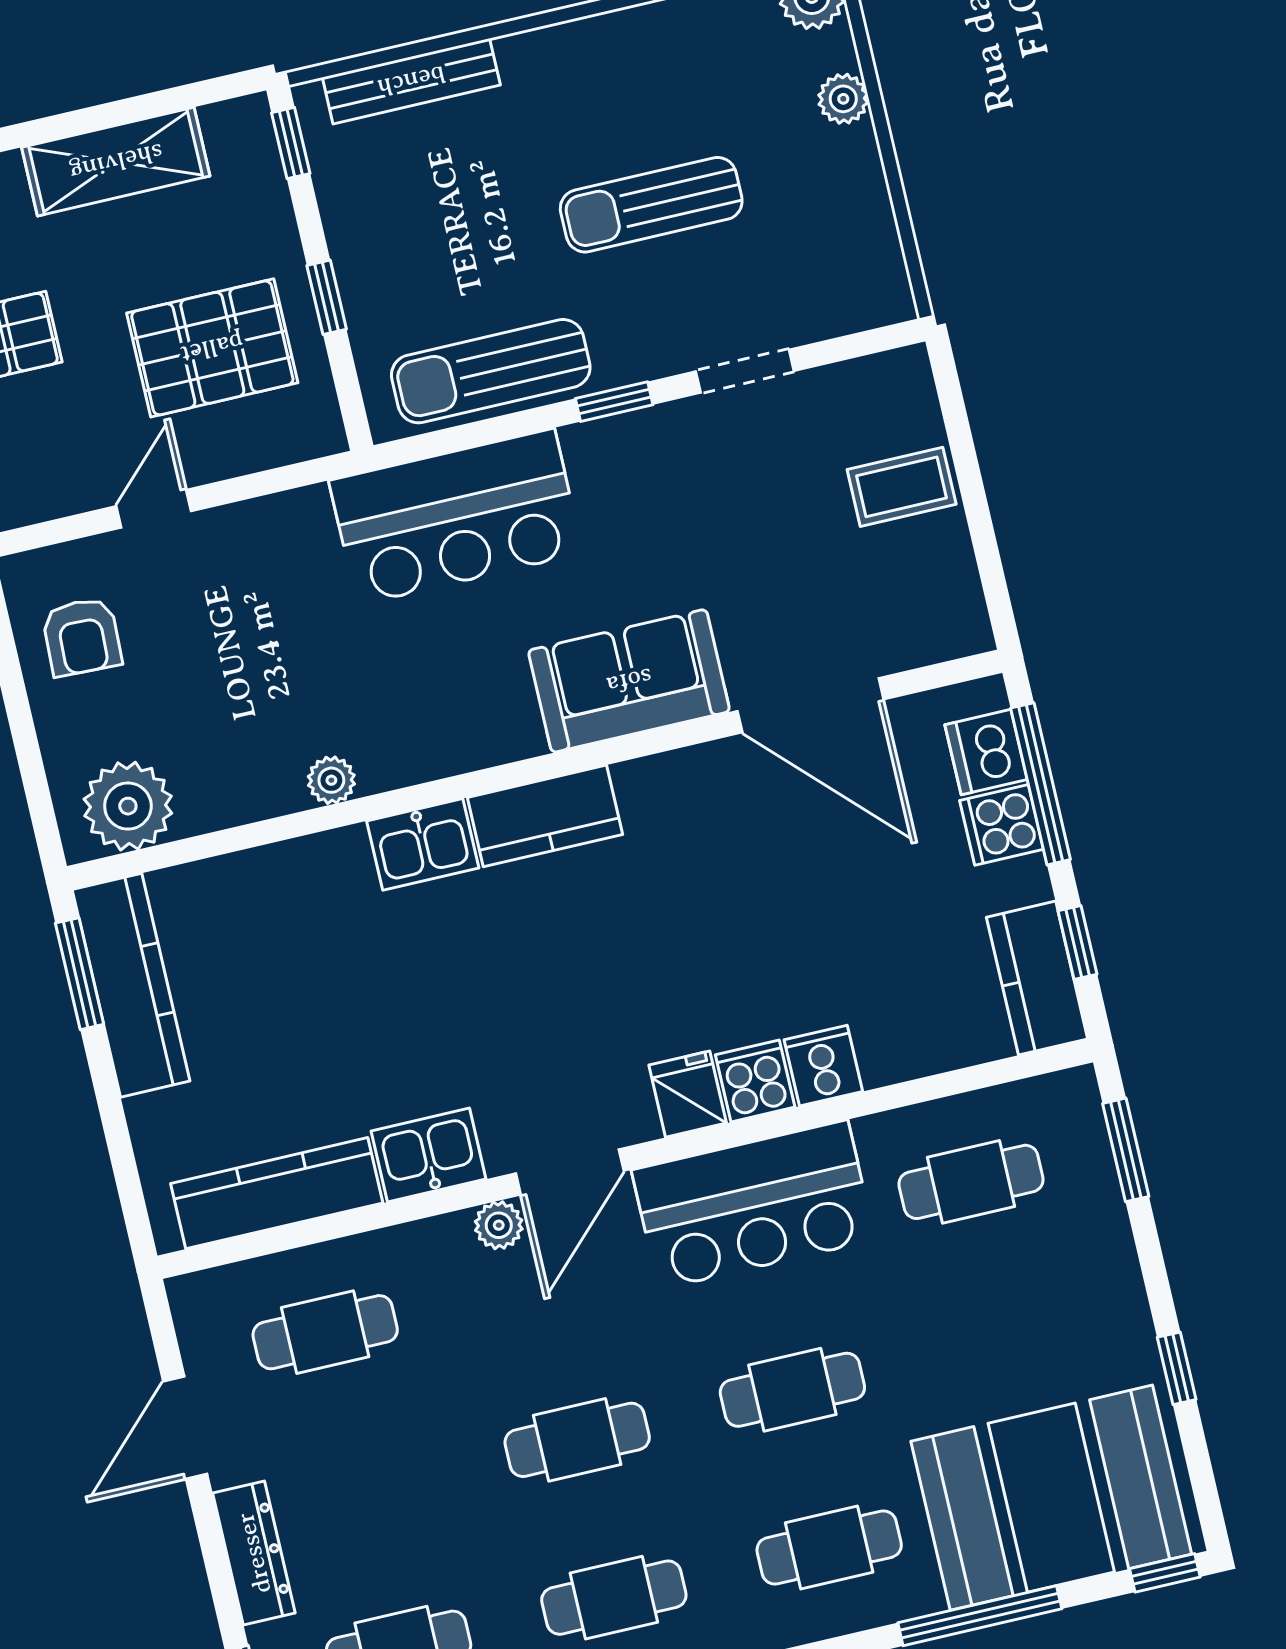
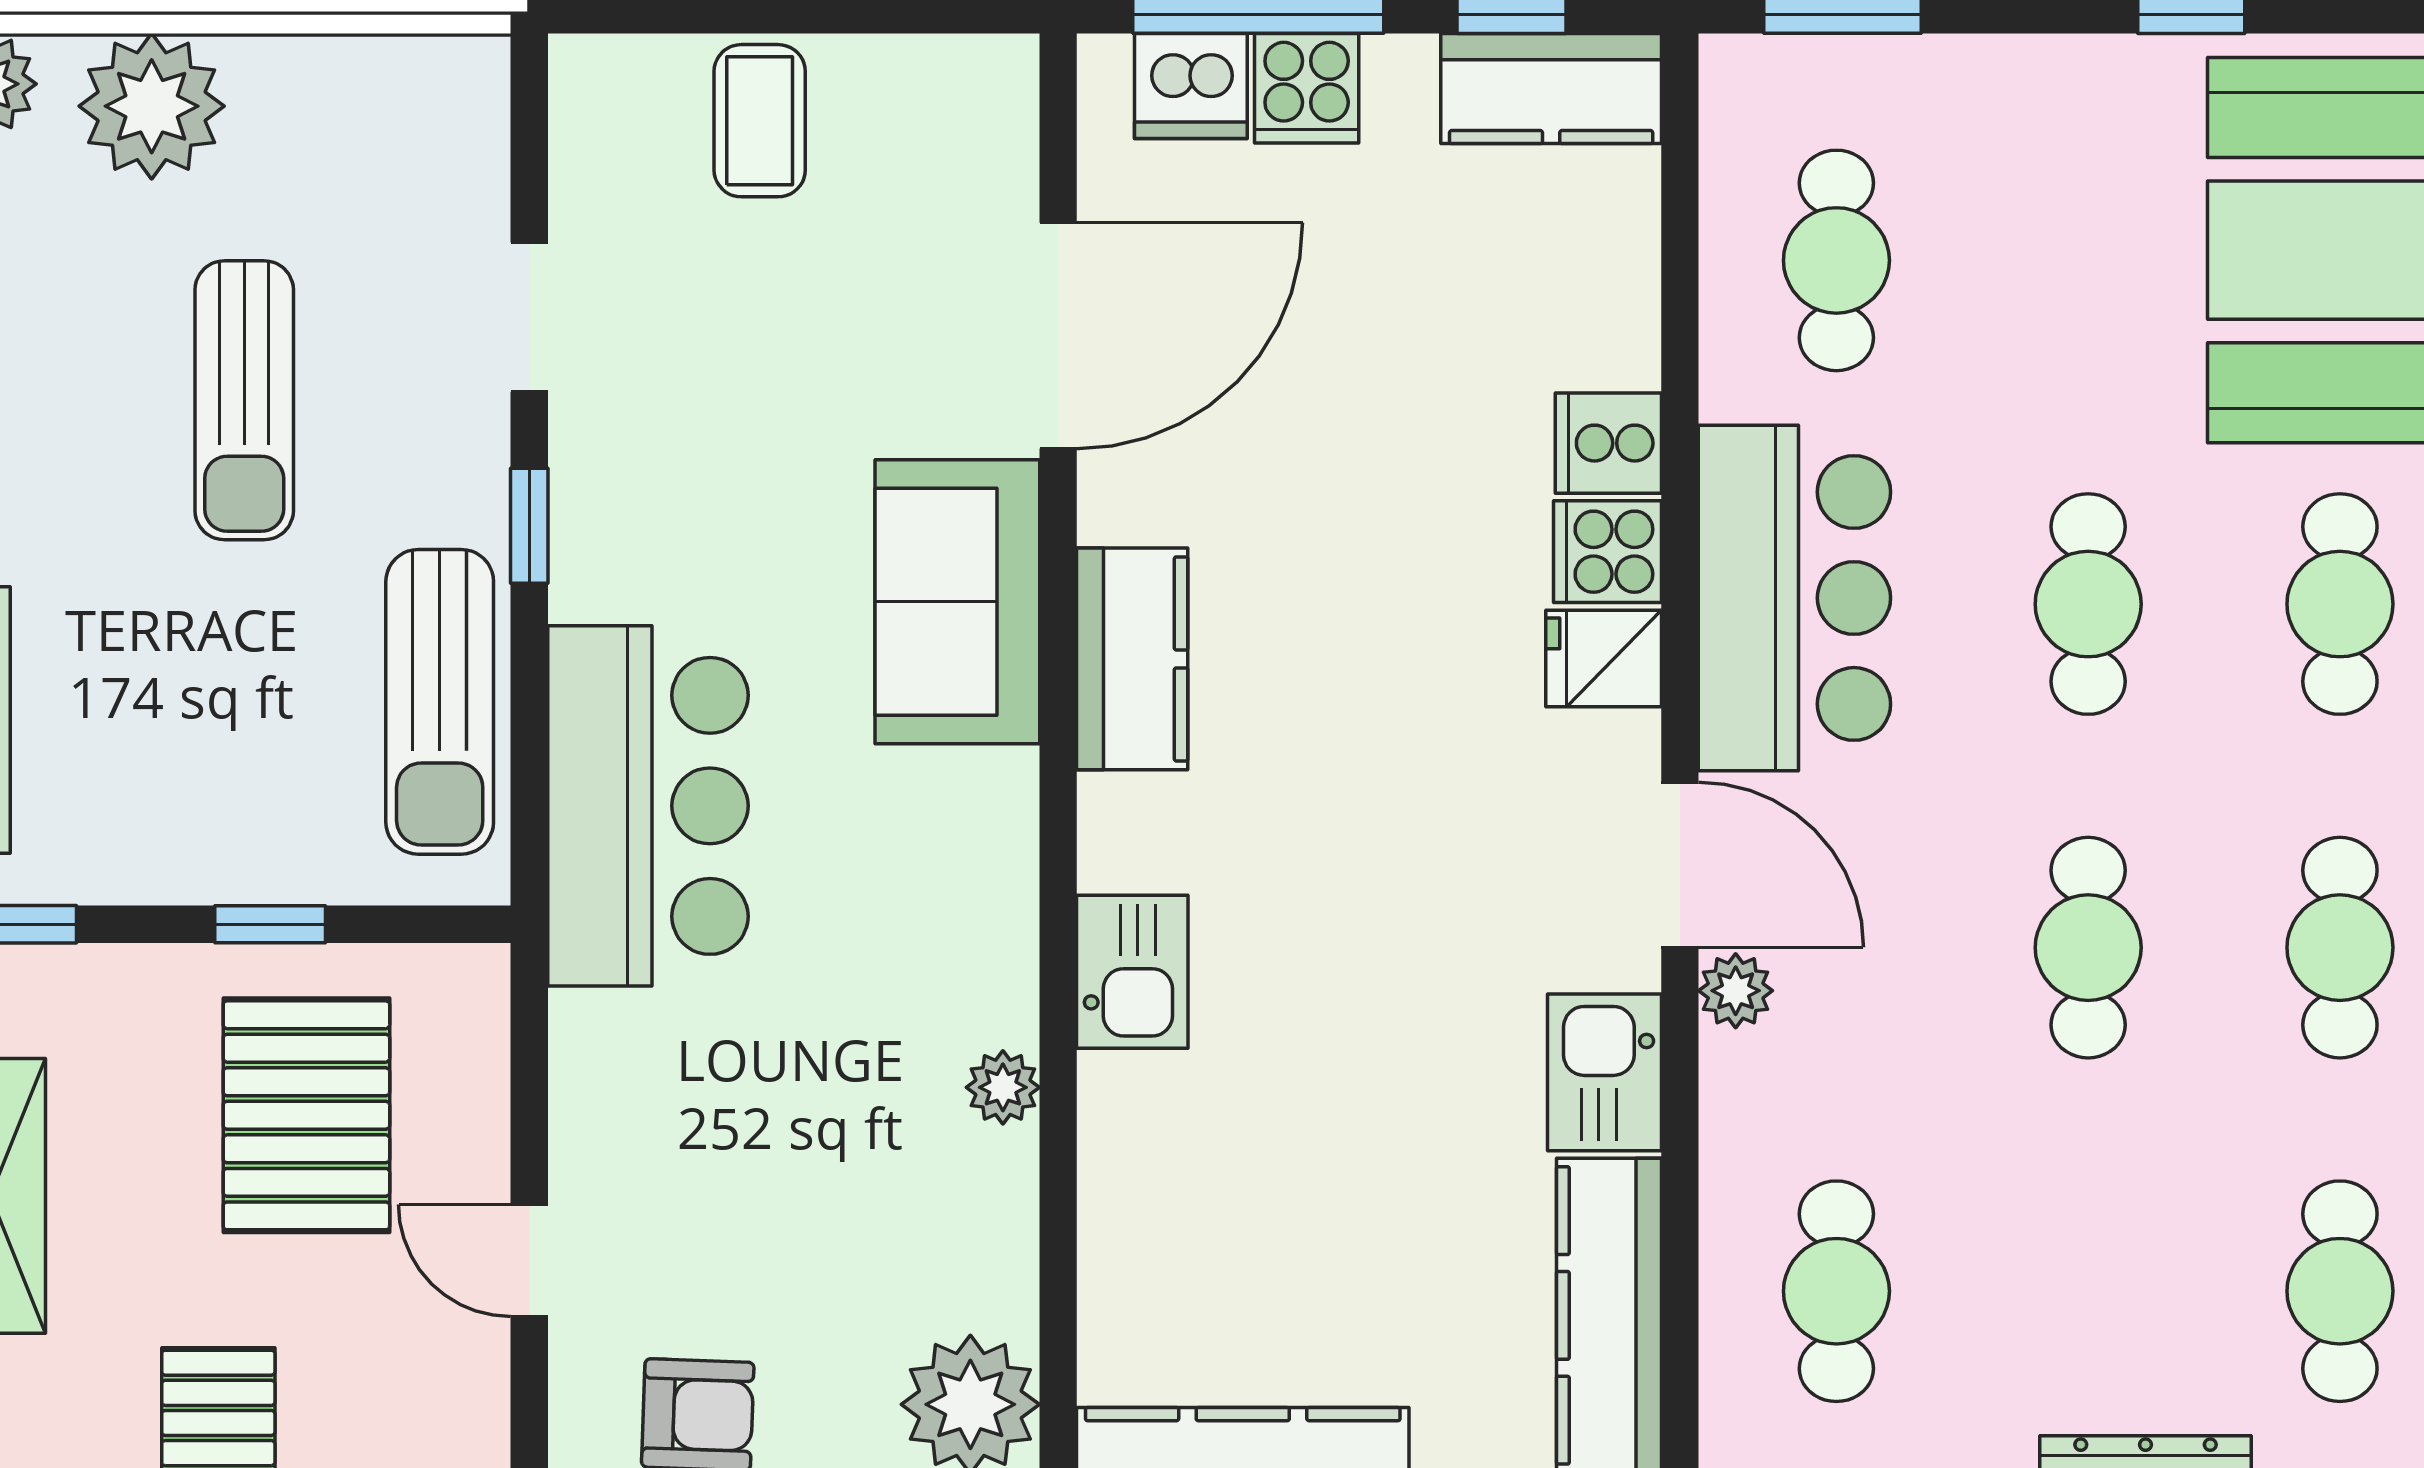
plant: (843, 99) -> (152, 106), width x1.87, depth x1.87
kitchen counter: (545, 816) -> (1132, 659), moved

